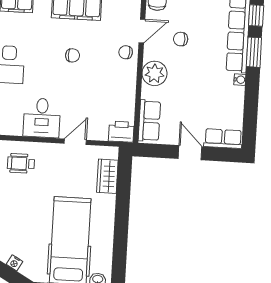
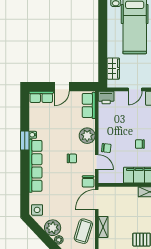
window: (256, 16) -> (25, 176), removed
door: (142, 31) -> (97, 162), swing flipped
window: (254, 52) -> (25, 141), moved
door: (190, 153) -> (62, 87), hinge flipped

